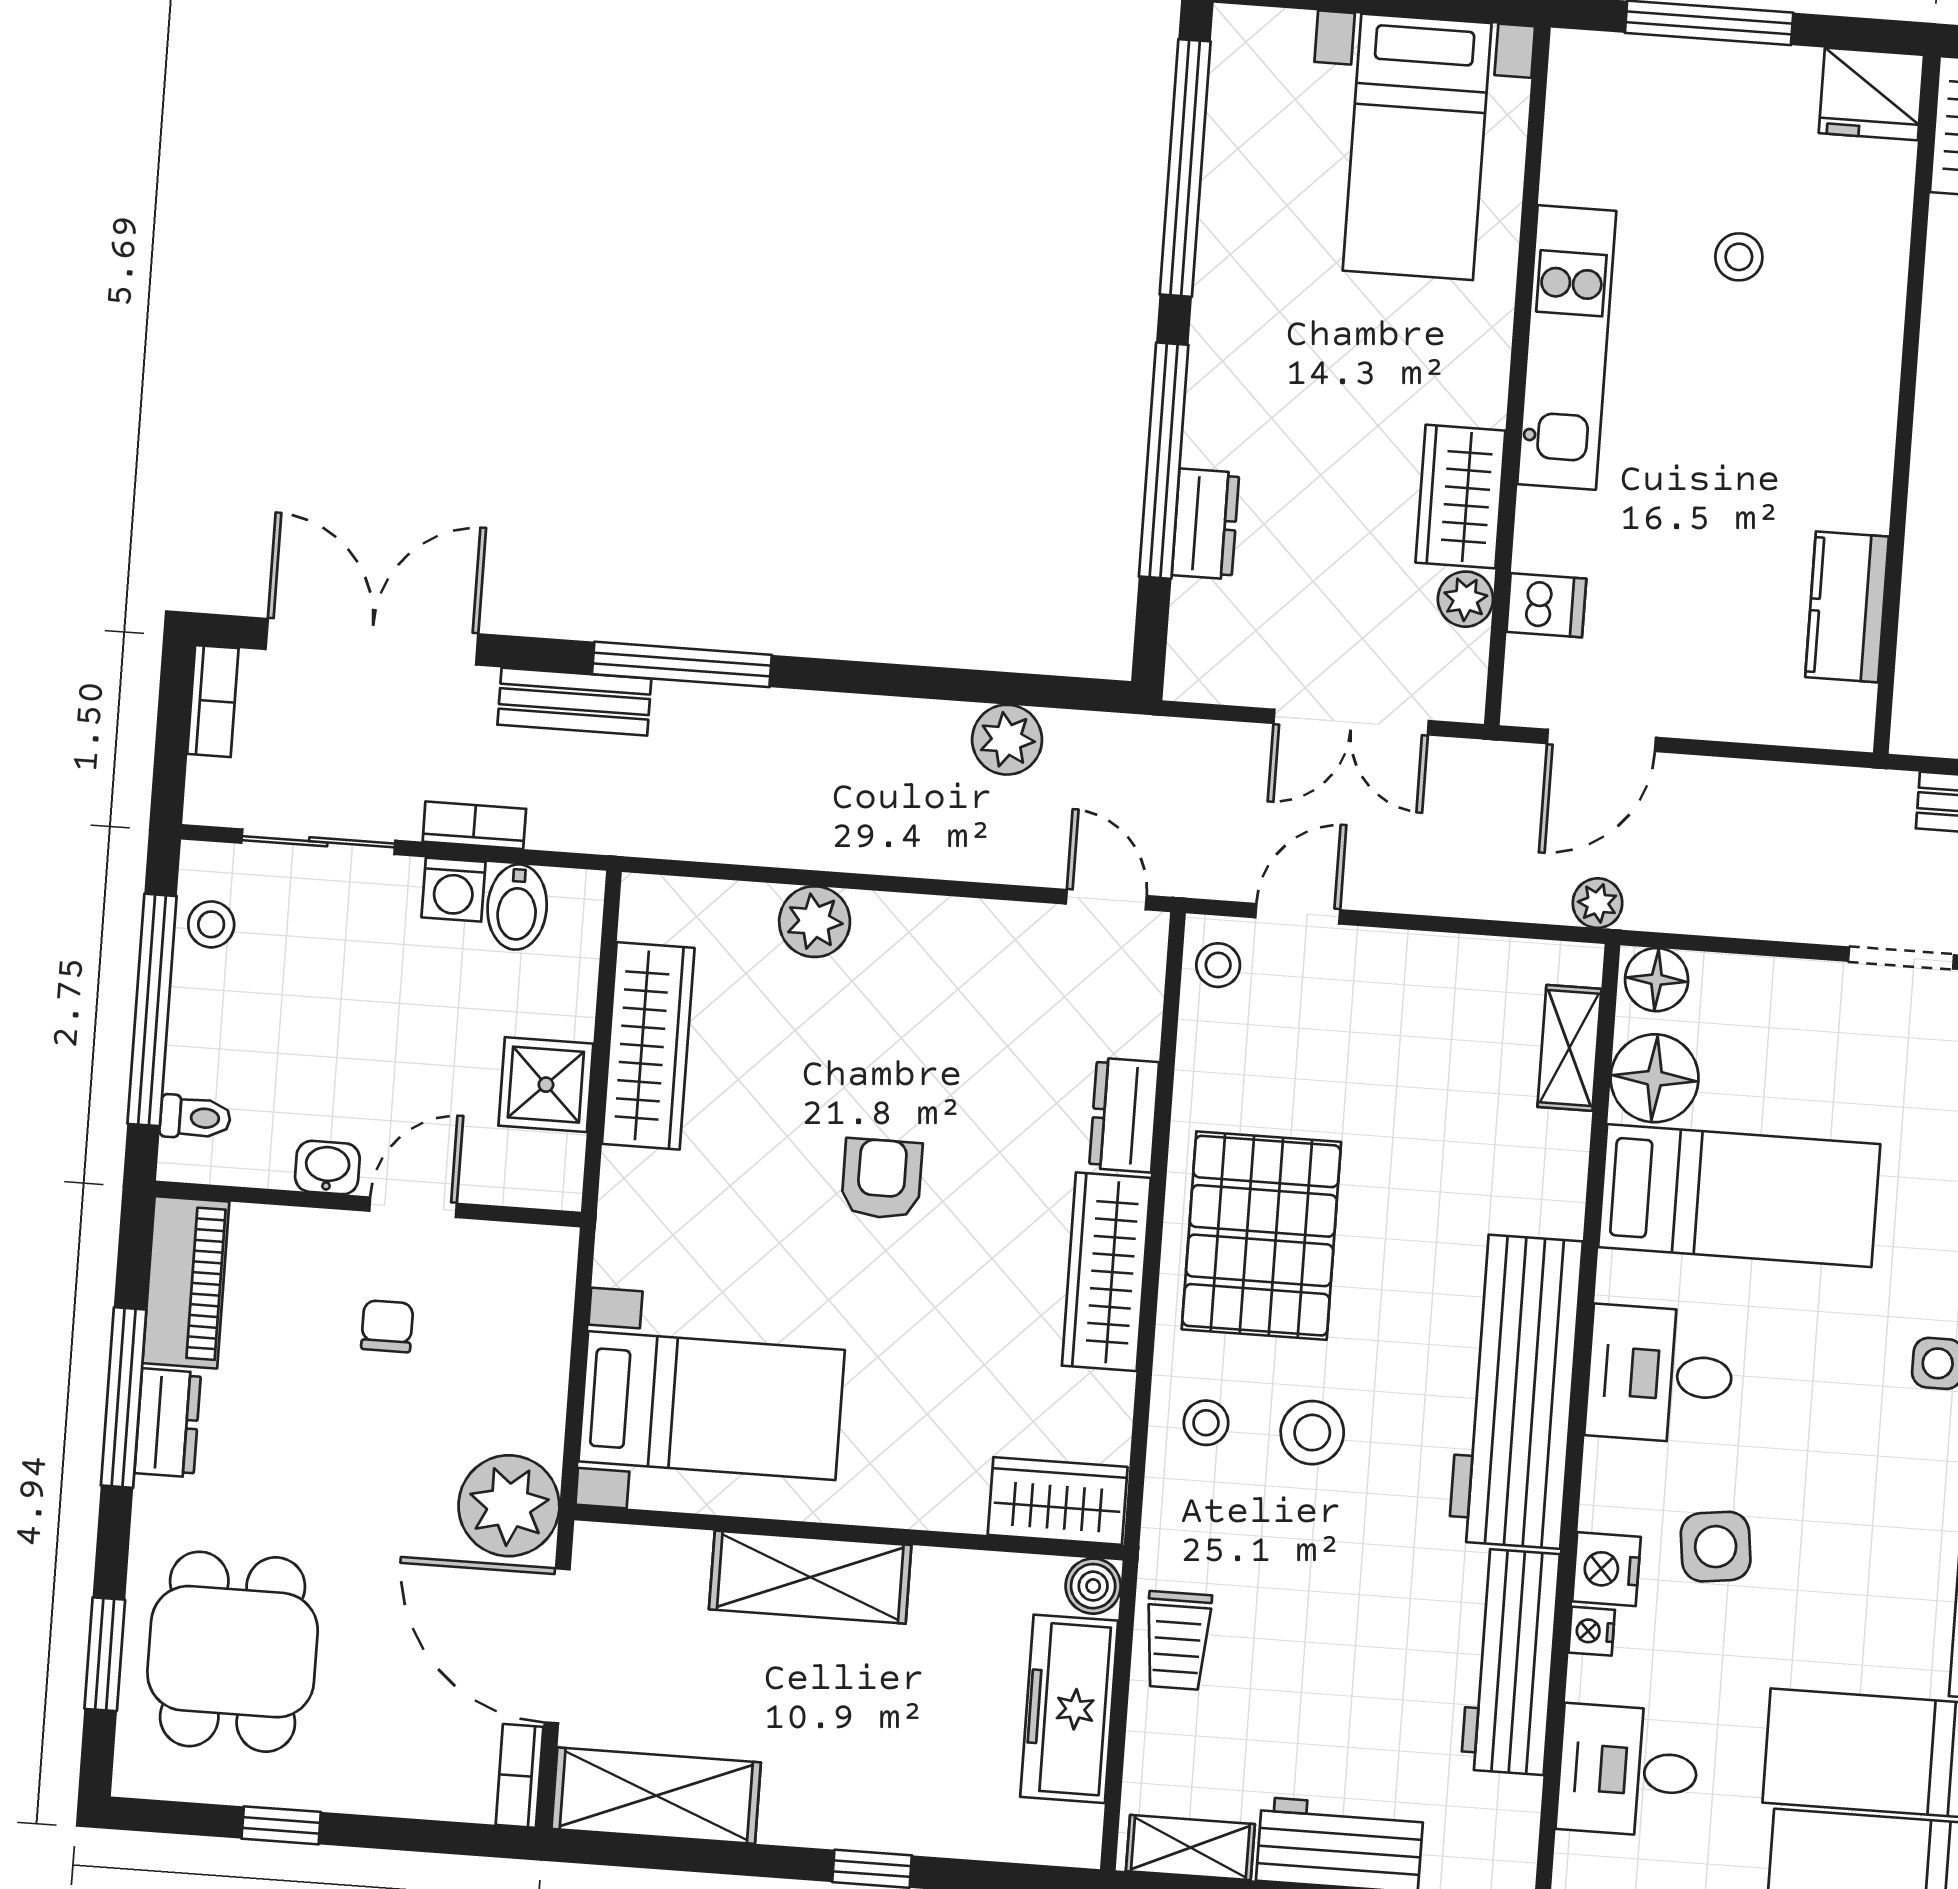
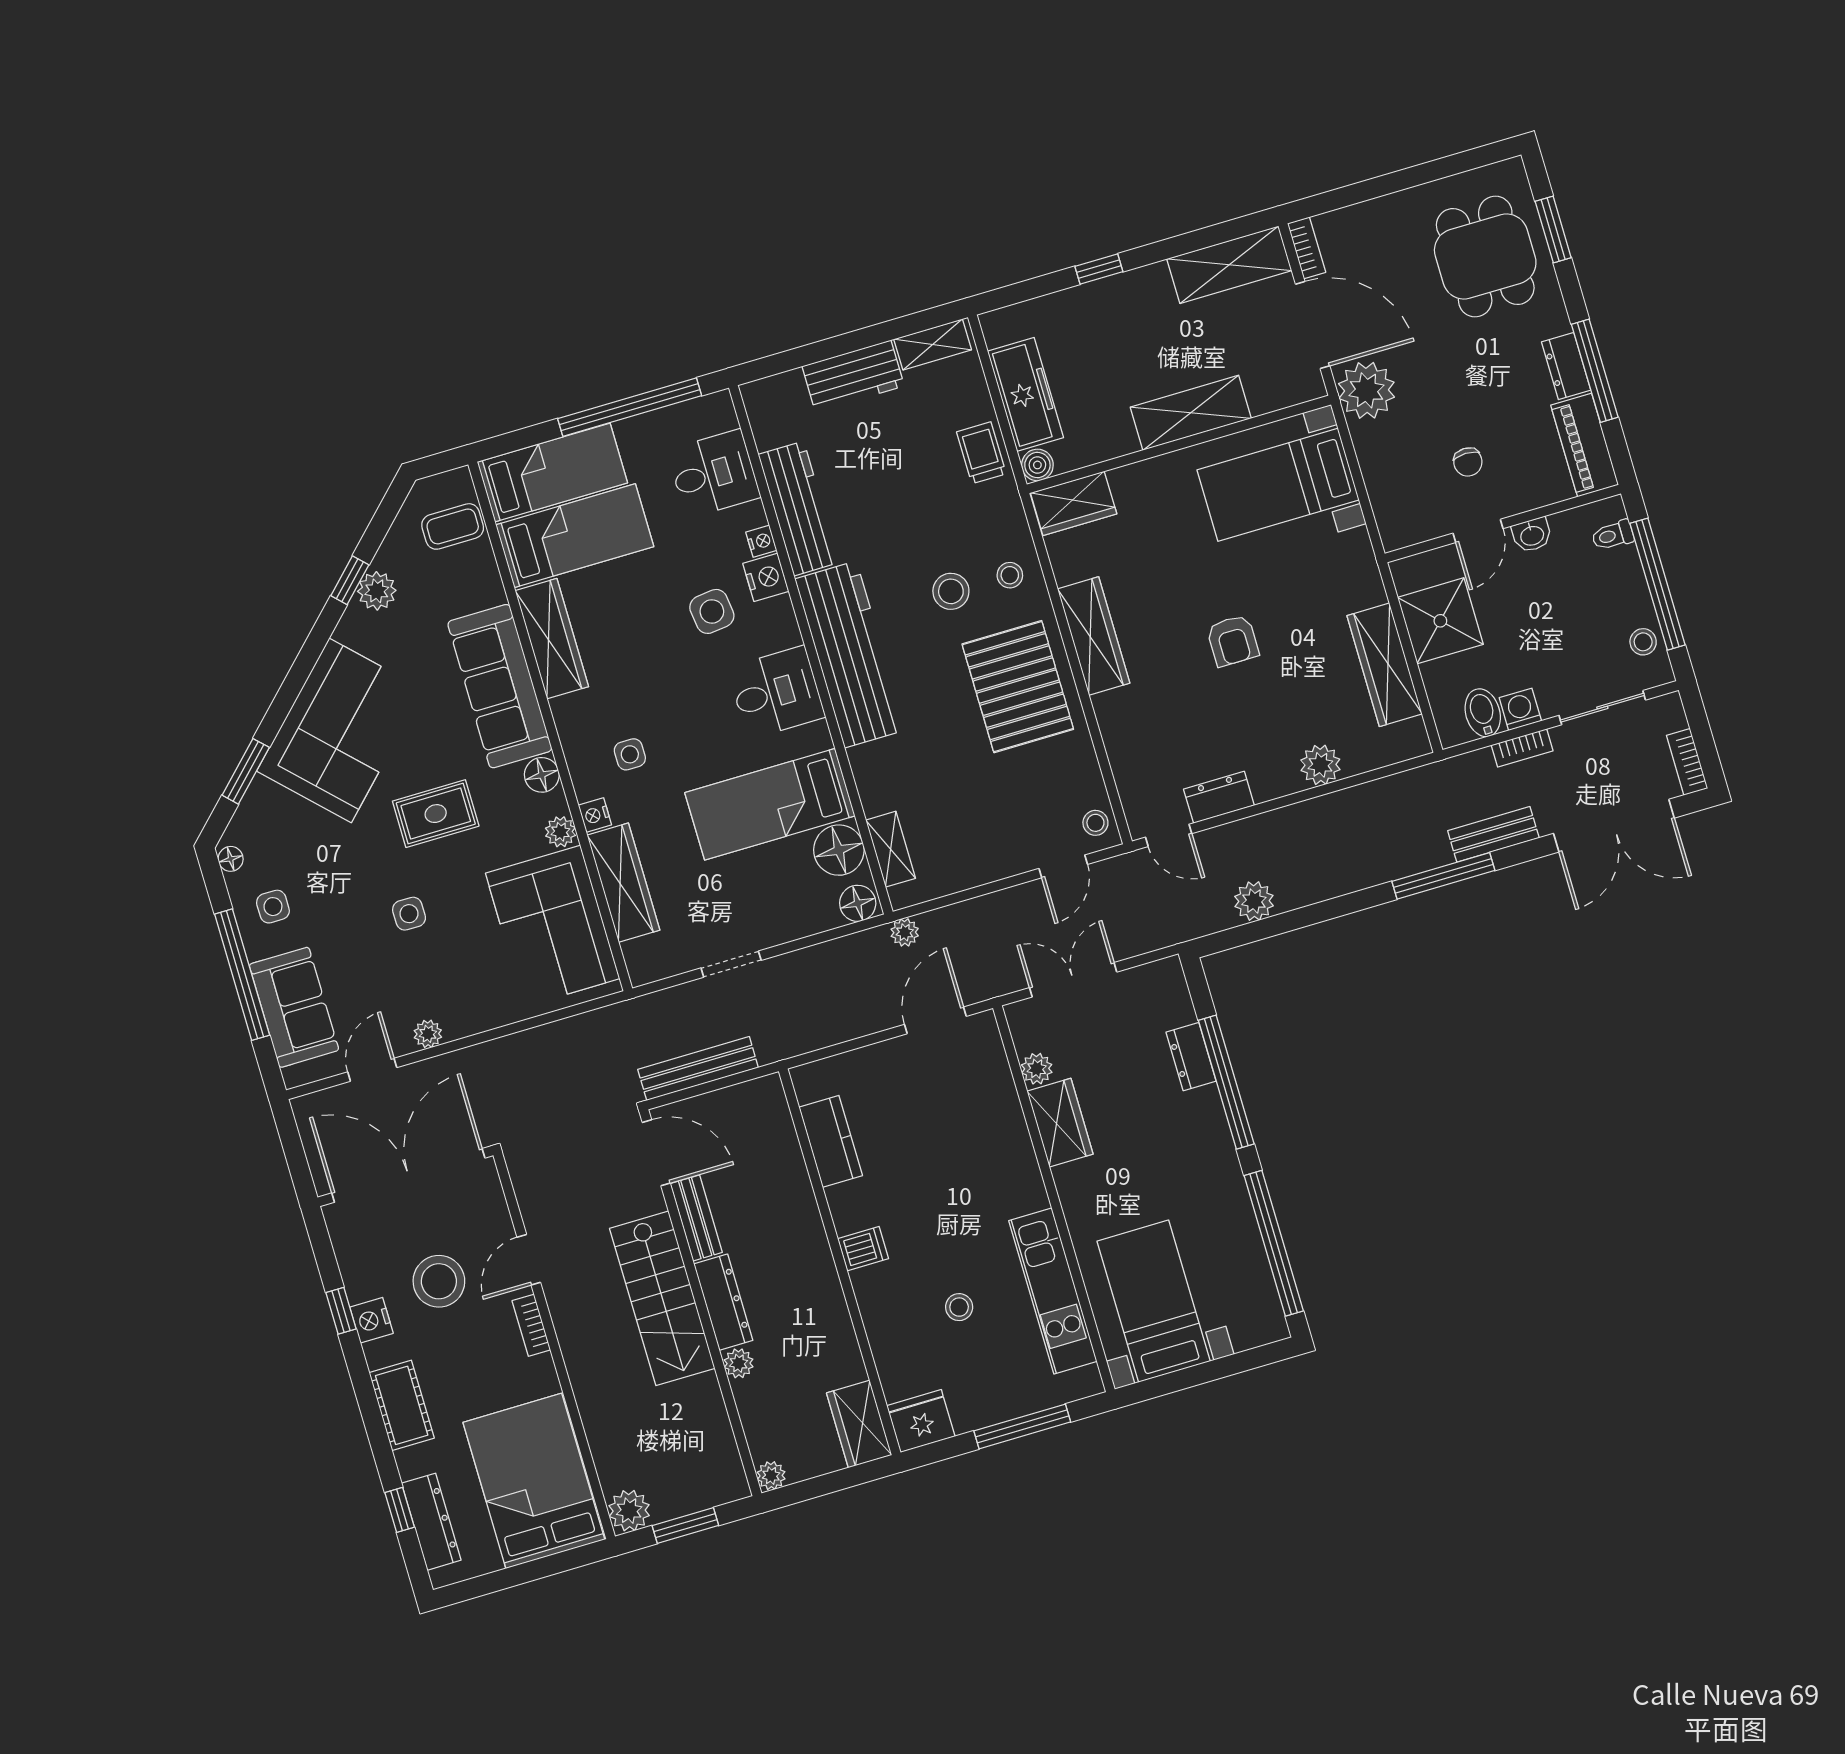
kitchen unit: (1567, 347) -> (1053, 1291), moved
dishwasher: (1546, 605) -> (863, 1249), moved, turned 180
shower: (546, 1085) -> (1440, 621), width x1.36, depth x1.36
dresser: (1124, 1115) -> (1219, 797), moved, turned -90
window: (281, 1825) -> (1424, 173), removed

